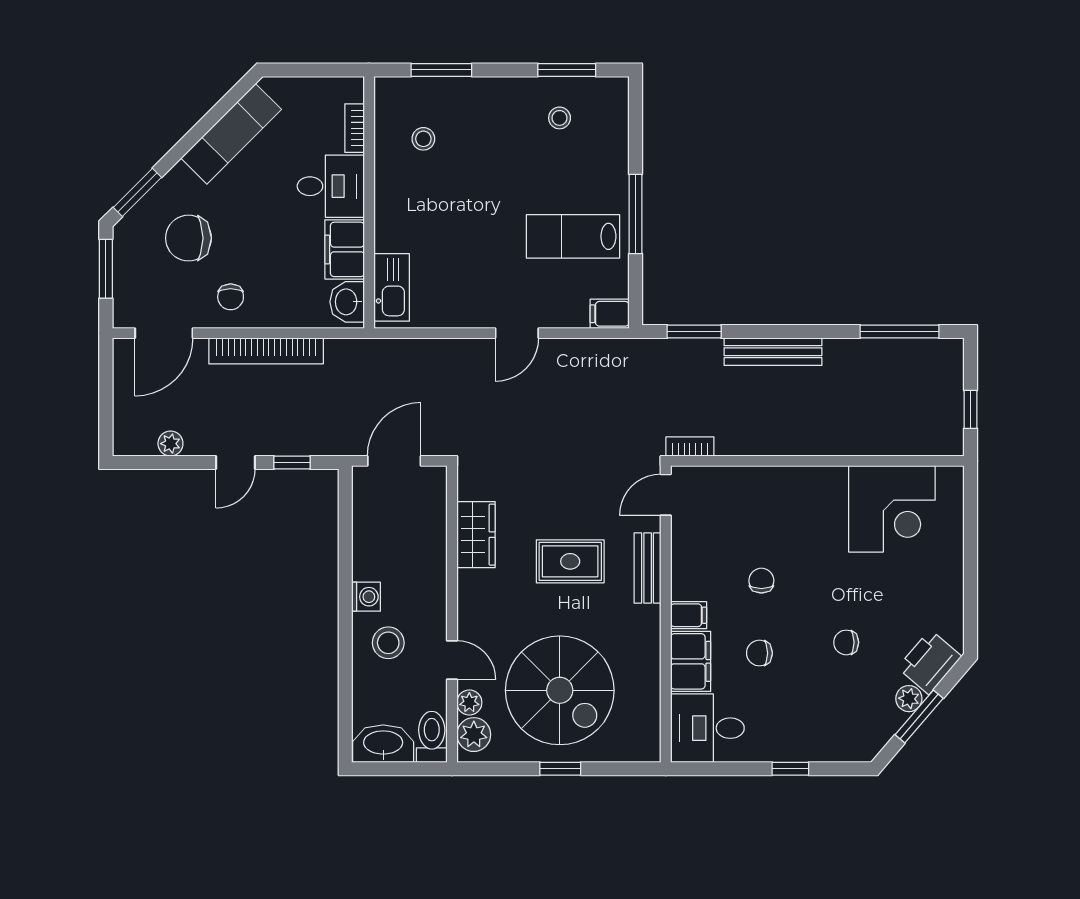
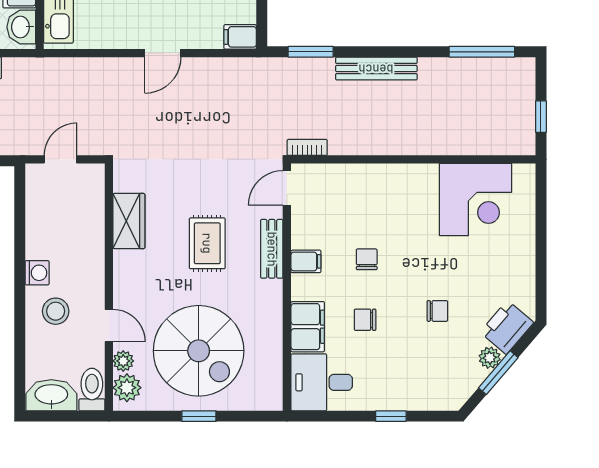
door: (394, 461) -> (60, 159), width x0.73
rug: (570, 561) -> (207, 243), turned 90
filing cabinet: (689, 615) -> (306, 261), moved
chair: (846, 642) -> (437, 311), turned 180

